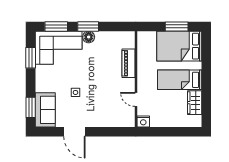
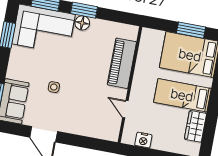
piano: (128, 63) -> (122, 63), width x1.37, depth x1.33
nightstand: (143, 121) -> (143, 140), moved

